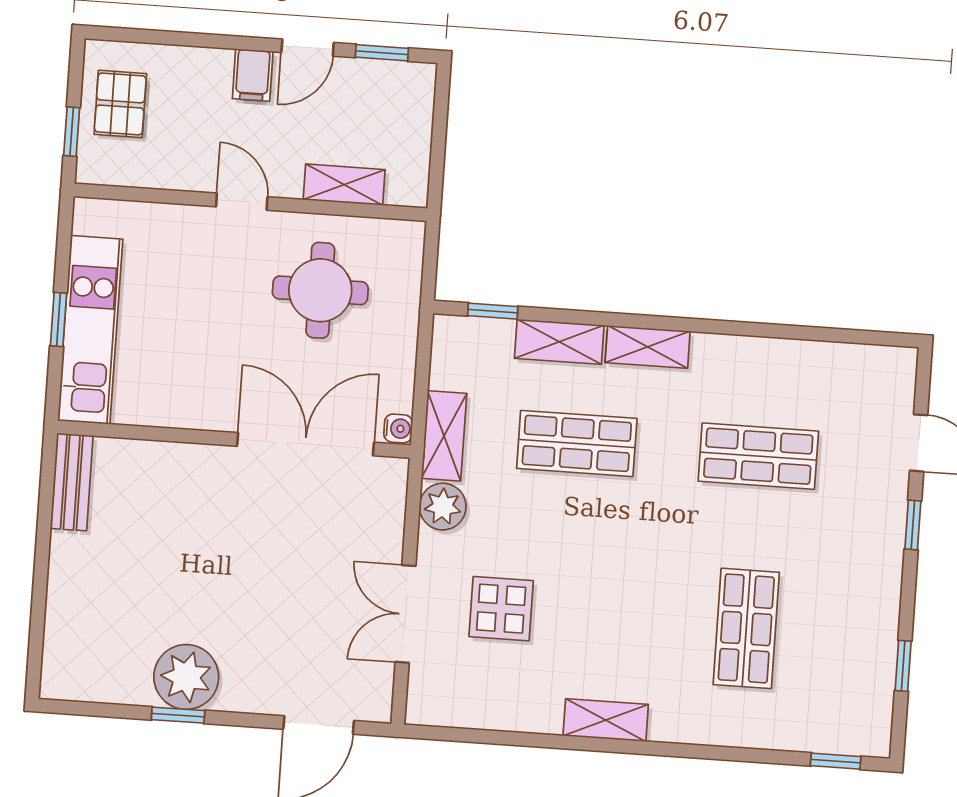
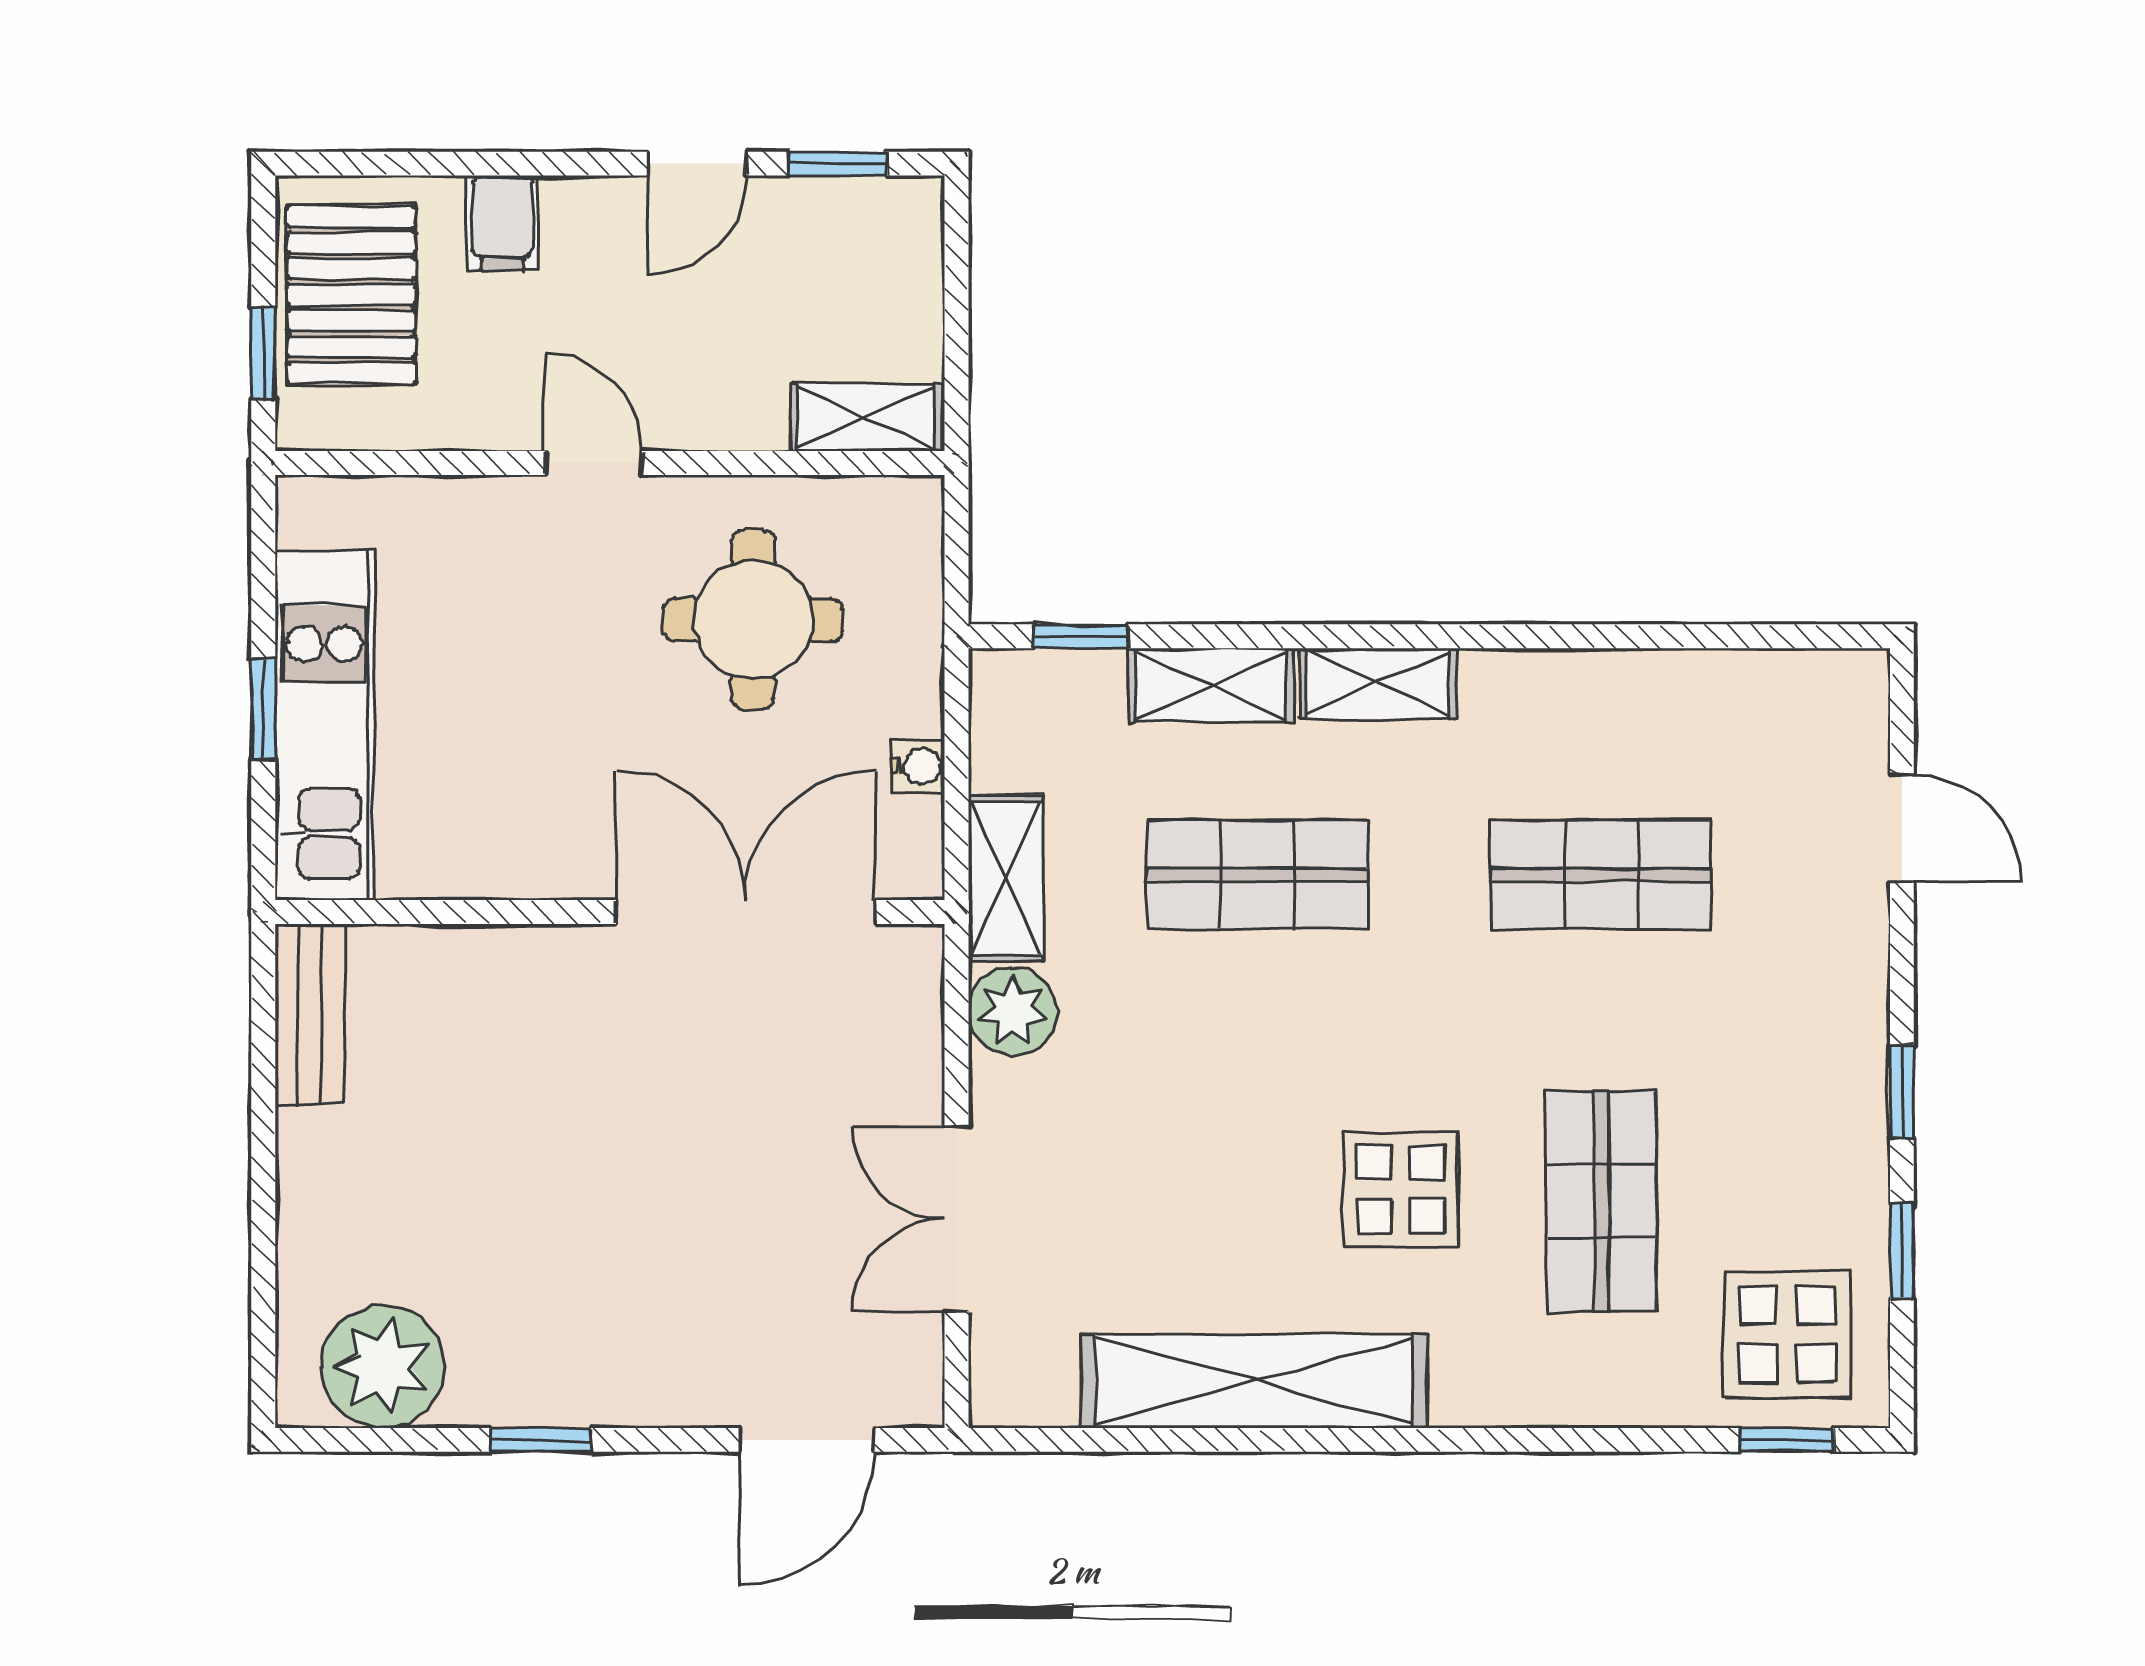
filing cabinet: (253, 75) -> (502, 223), moved
pallet: (120, 104) -> (351, 295), width x1.50, depth x1.42
shelving: (344, 185) -> (866, 417), moved
water cooler: (398, 429) -> (918, 766), moved
window: (913, 525) -> (1902, 1091), moved
display table: (501, 609) -> (1401, 1189), moved
plant: (186, 677) -> (383, 1367), moved
display table: (839, 705) -> (1787, 1334), added
shelving: (606, 720) -> (1254, 1381), width x2.20, depth x1.33

